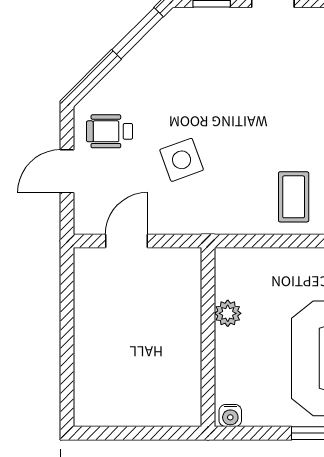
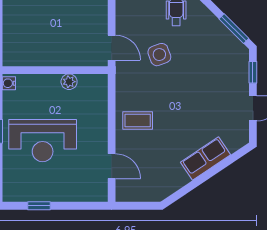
door: (126, 241) -> (112, 48), moved

